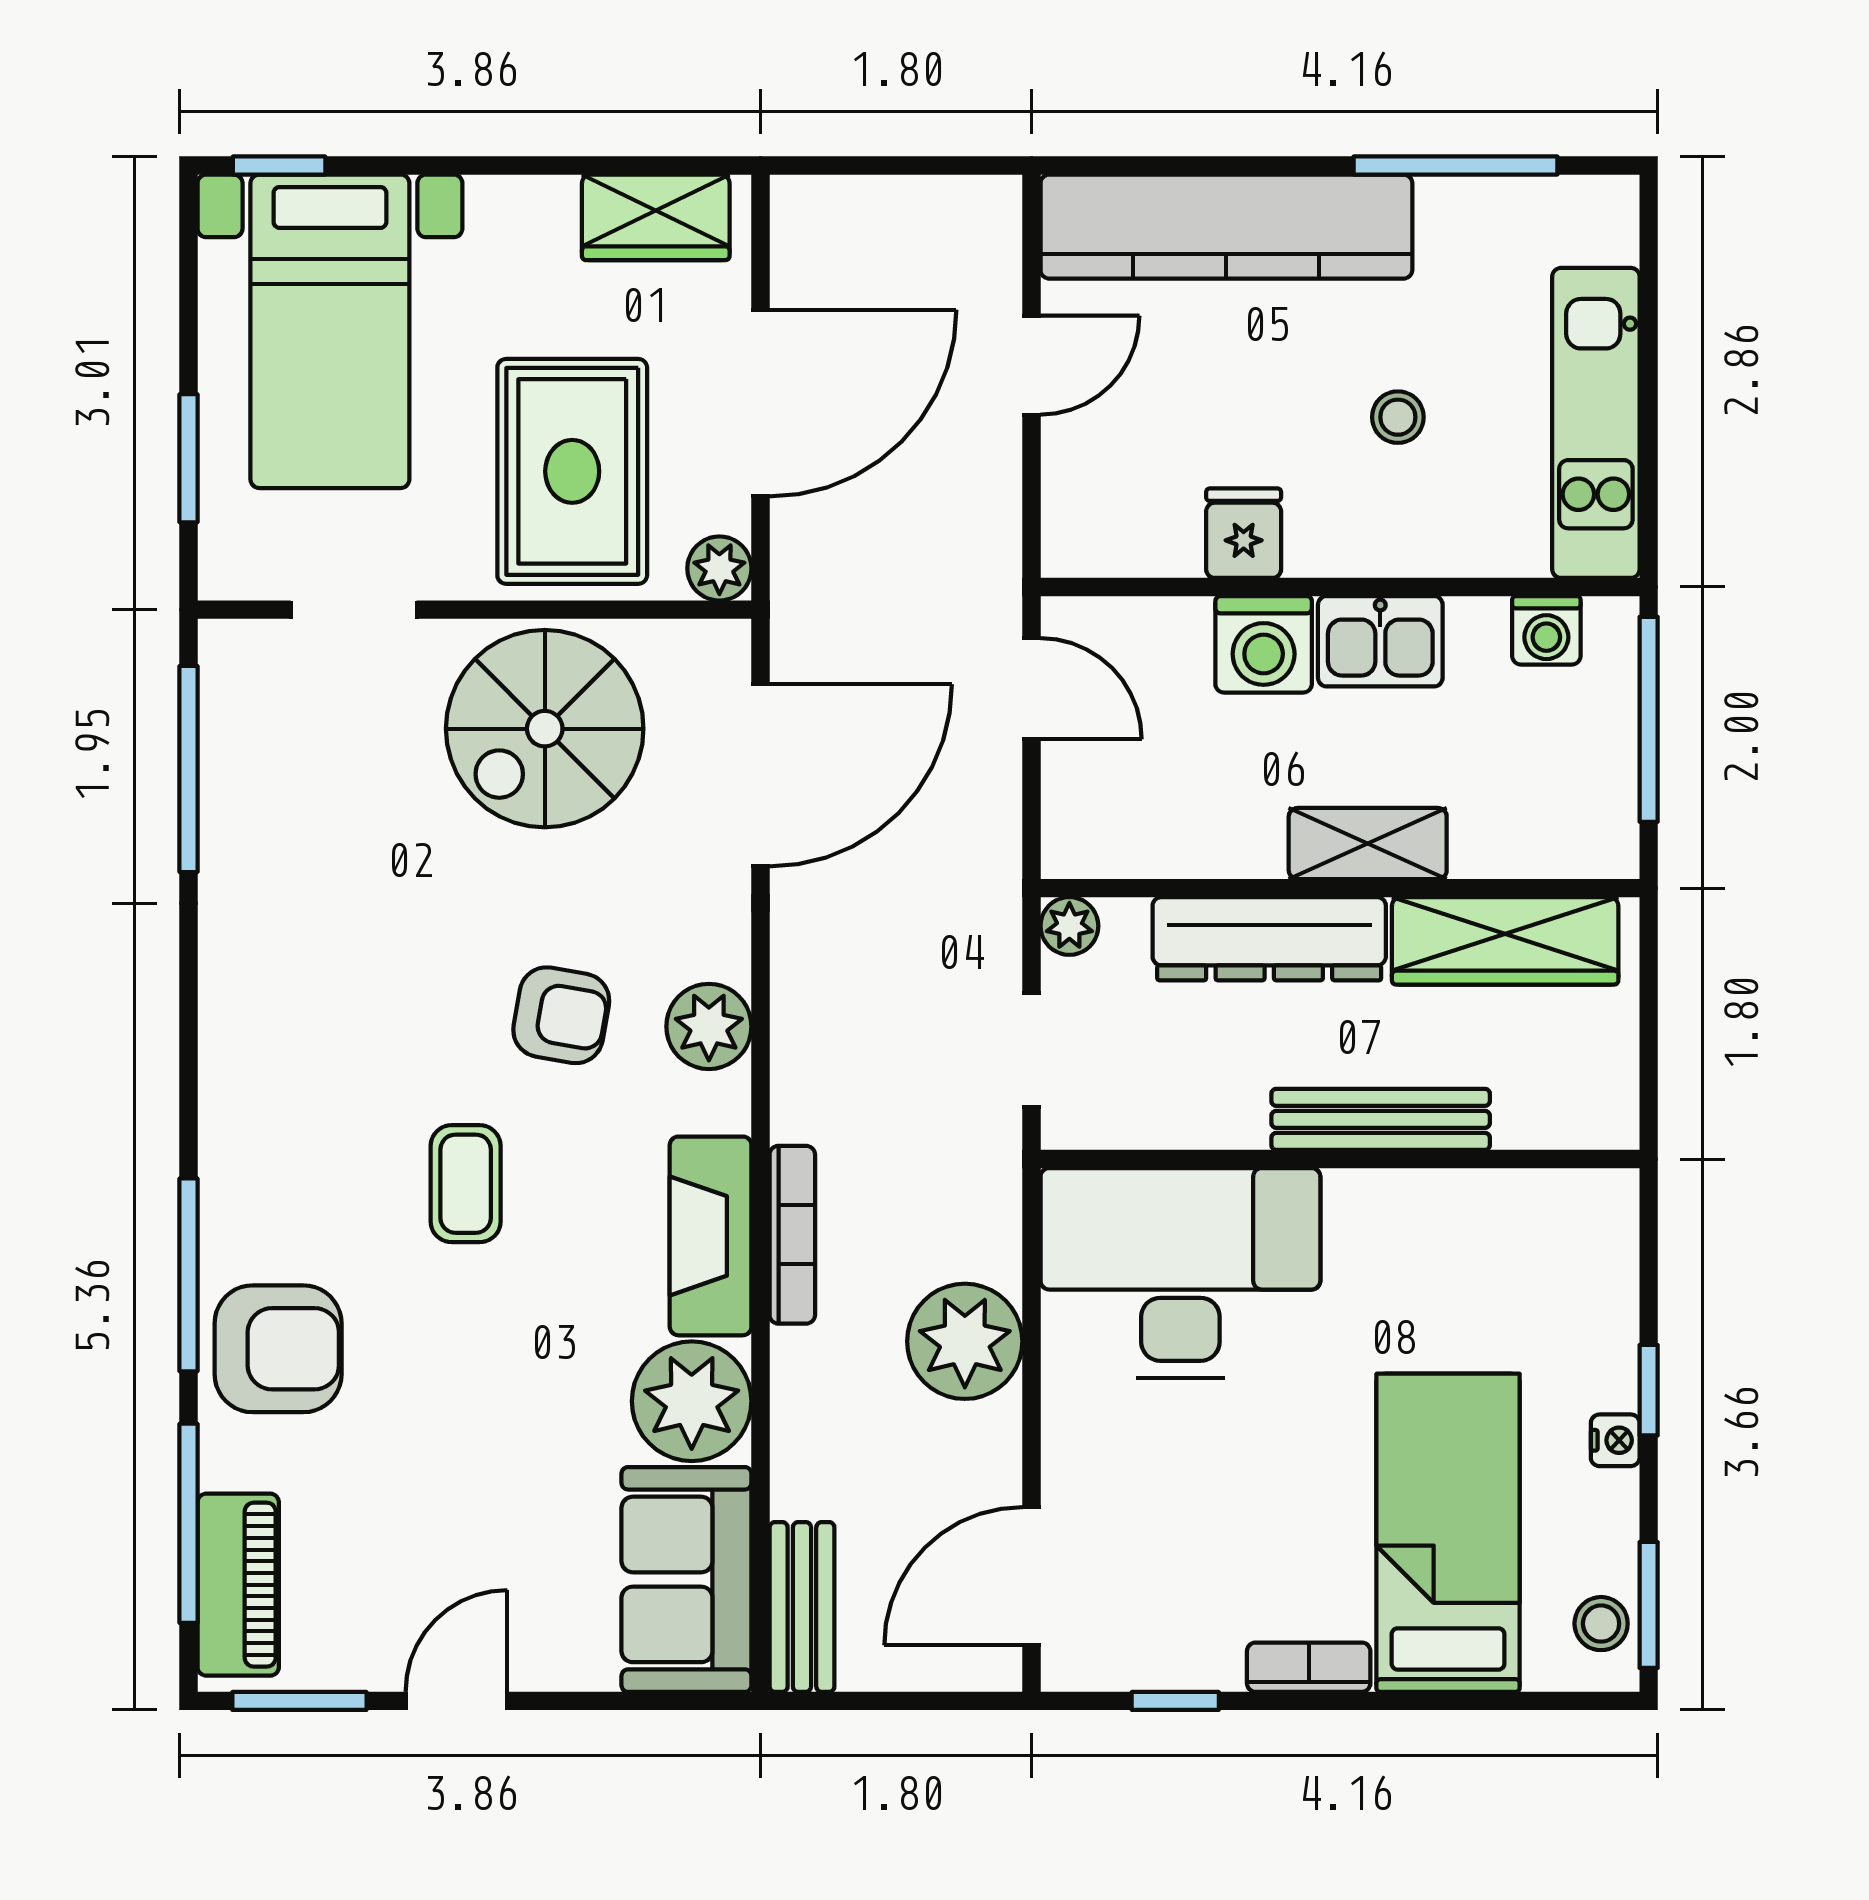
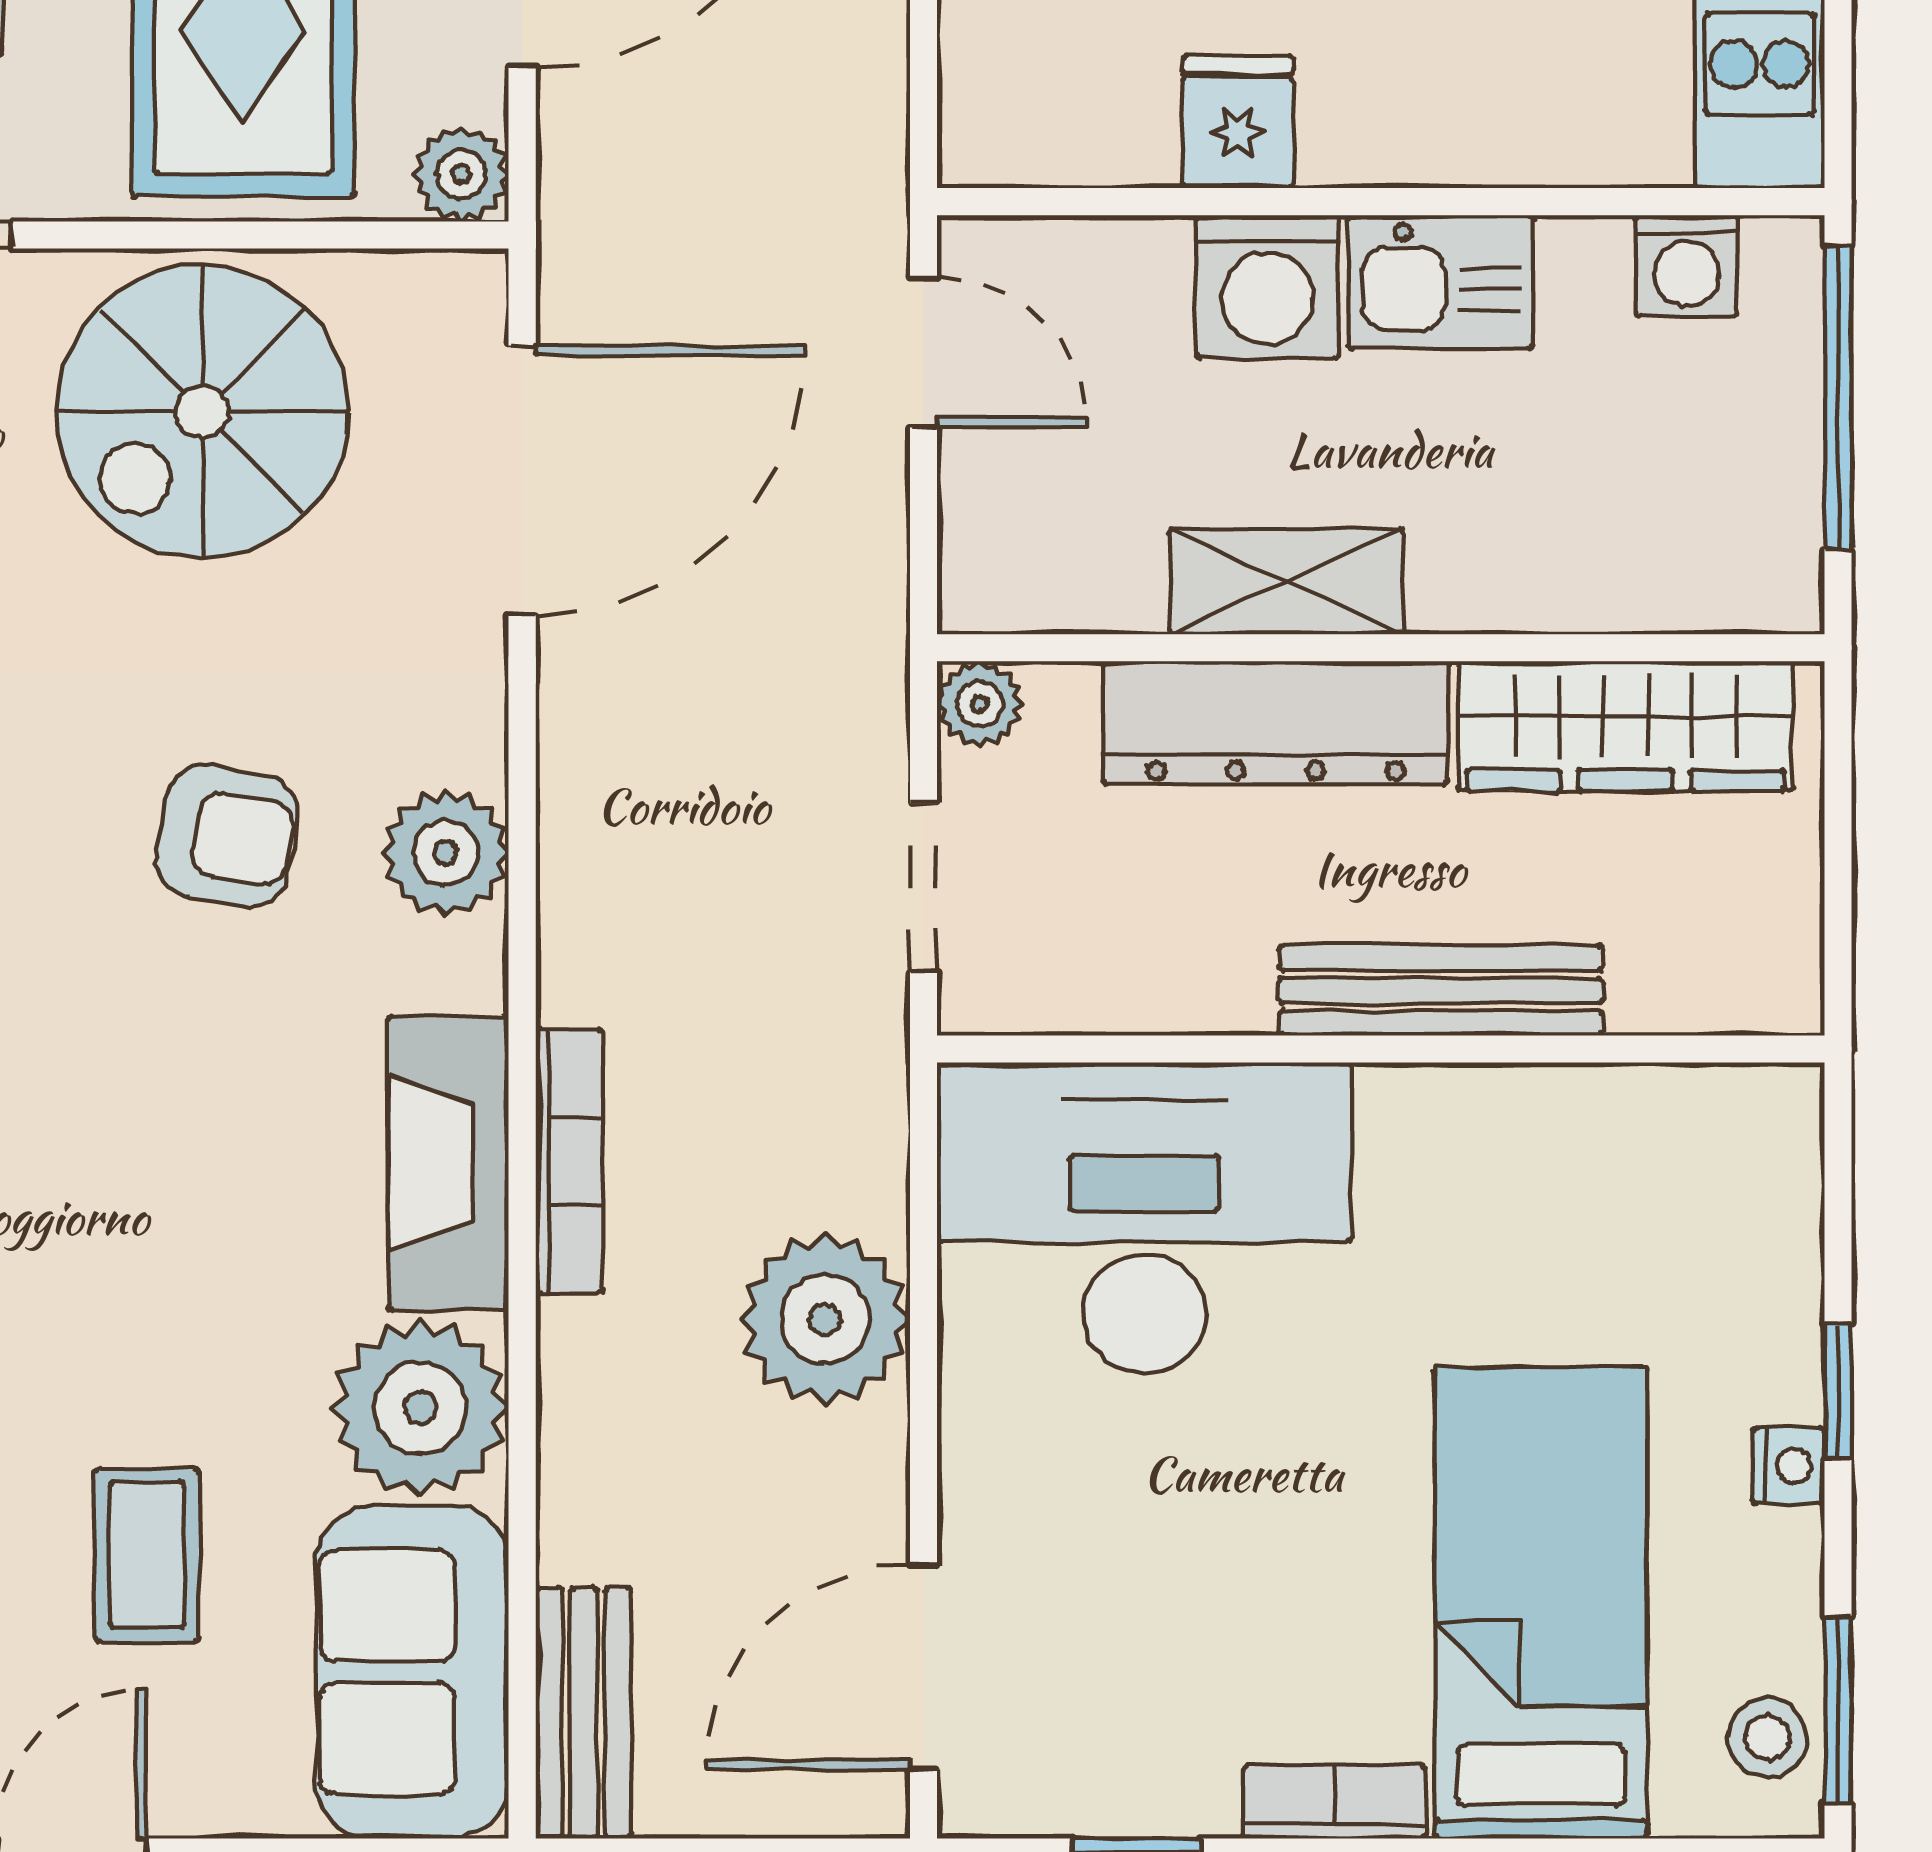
shelving: (1368, 843) -> (1286, 582), moved
coffee table: (466, 1184) -> (147, 1555), moved

